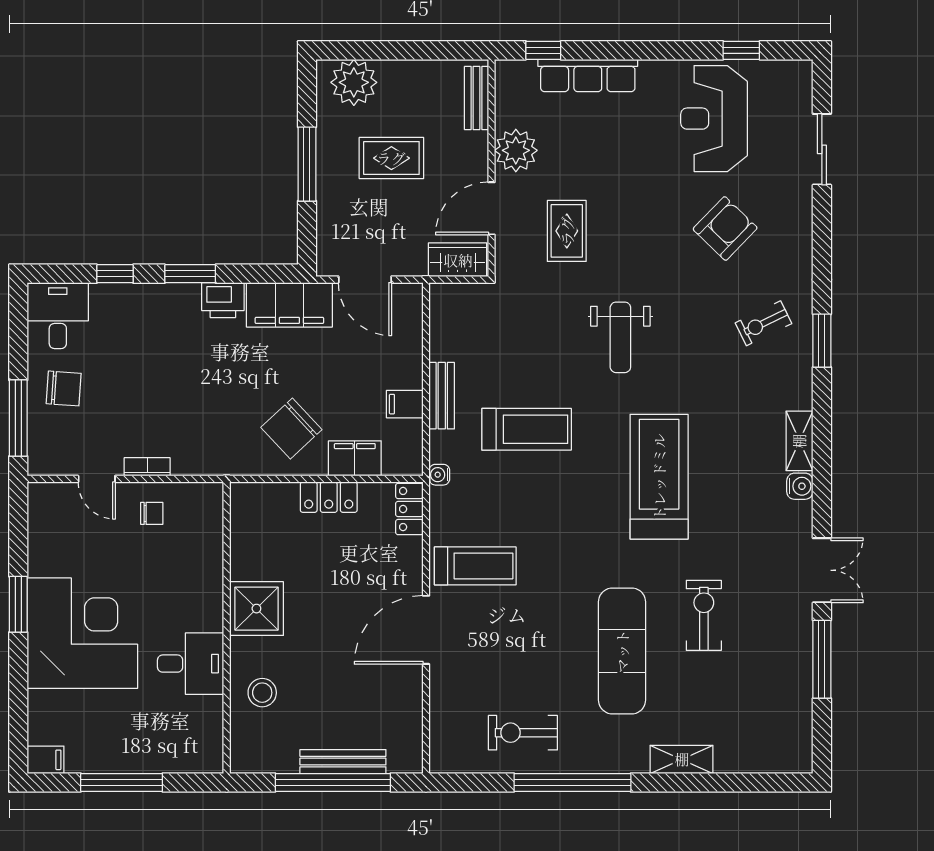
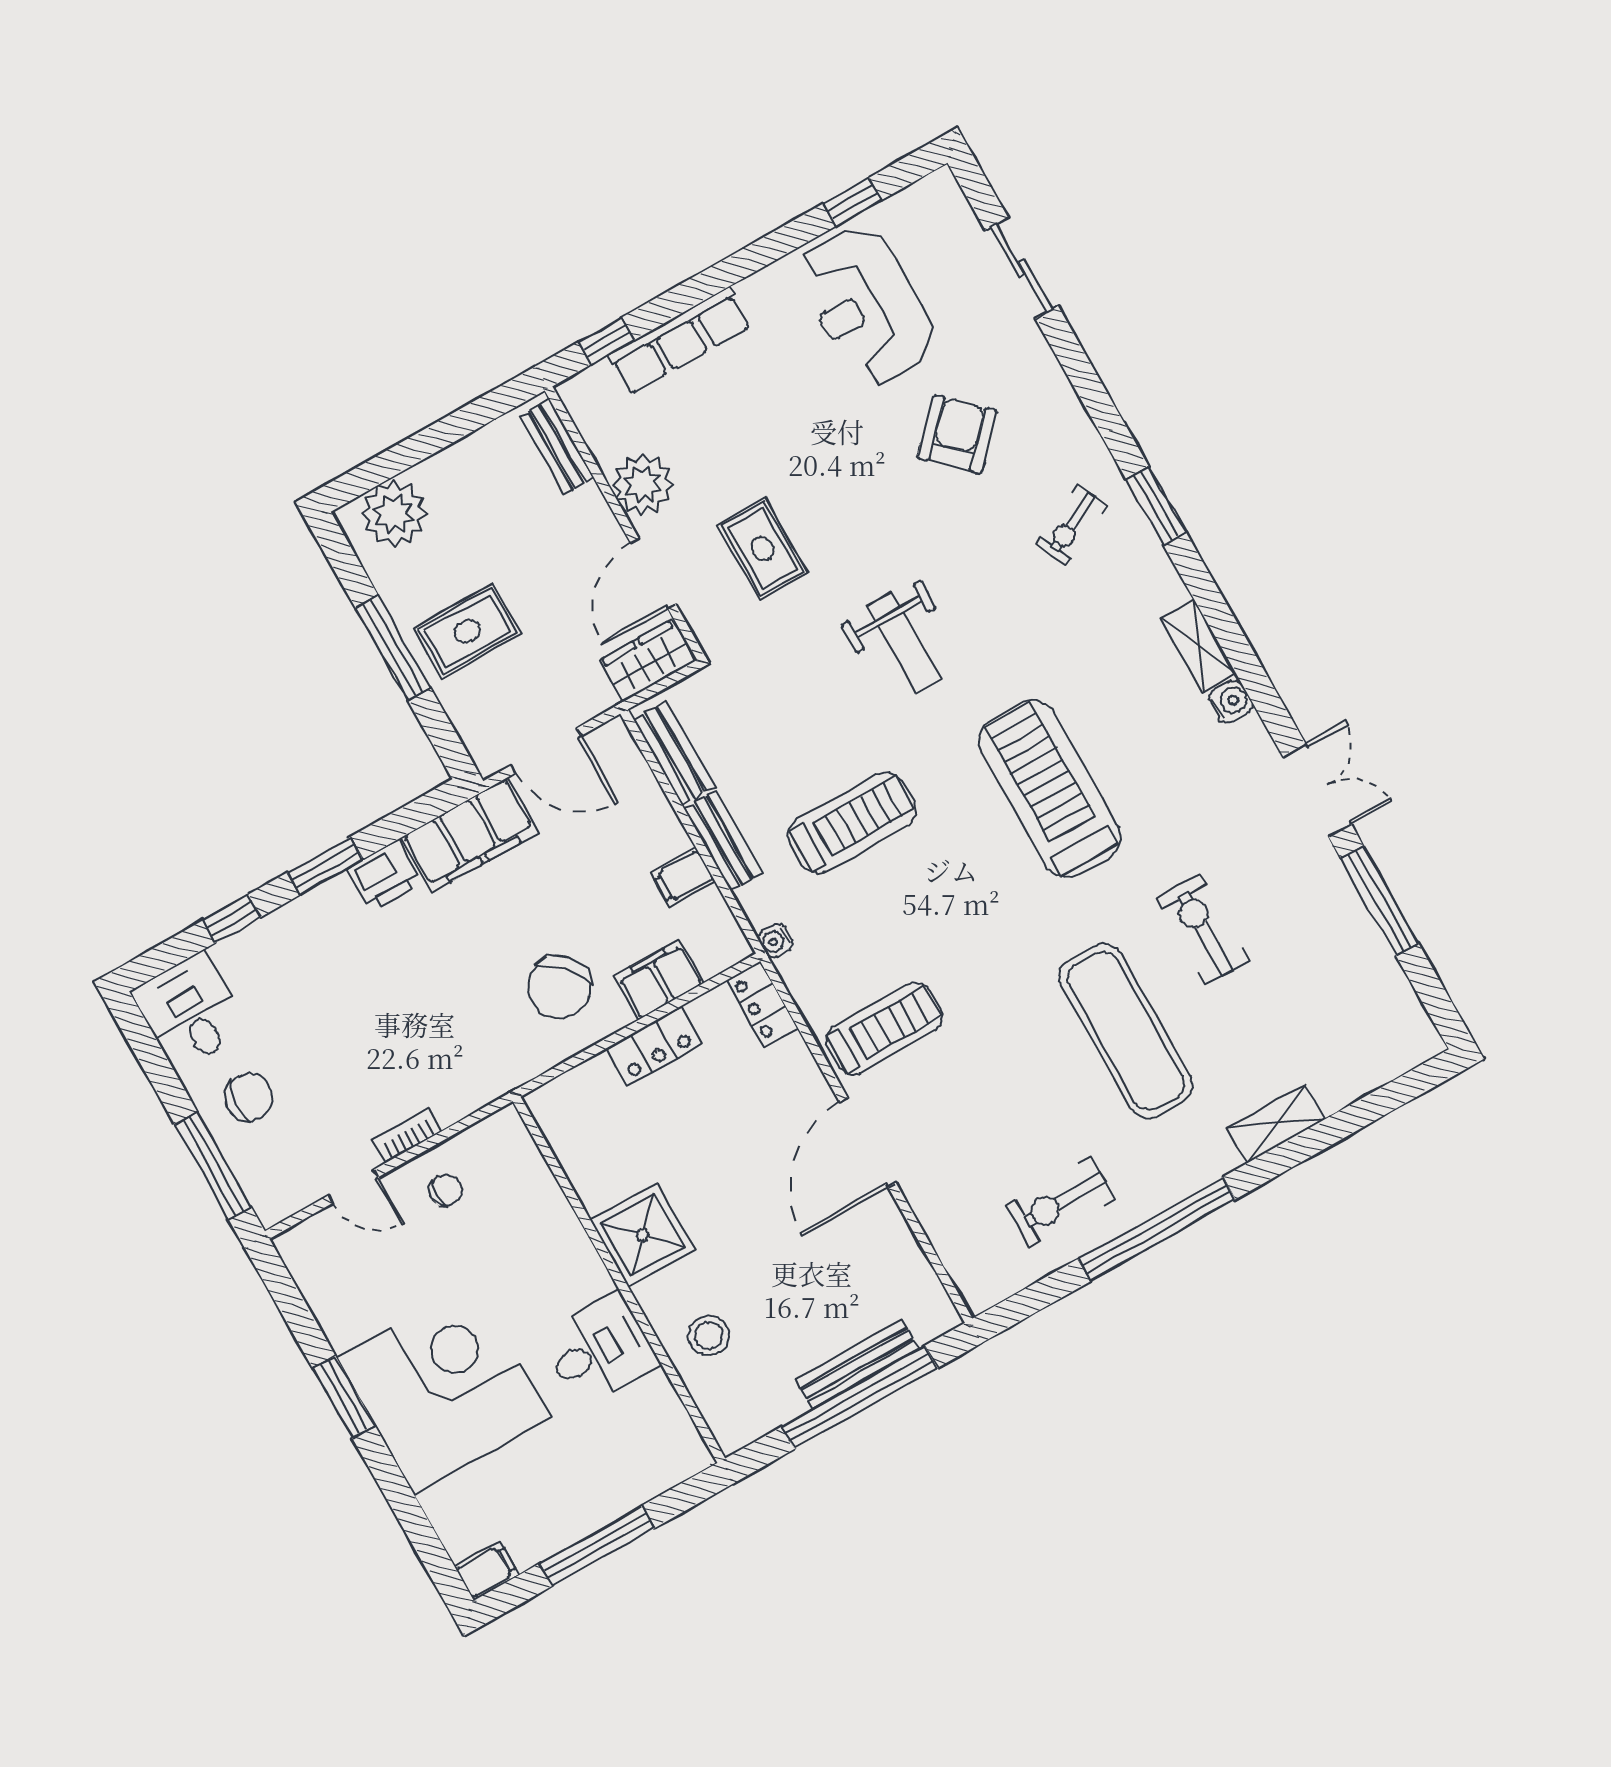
rug: (391, 158) -> (467, 631), moved
bench: (442, 325) -> (674, 753), added

